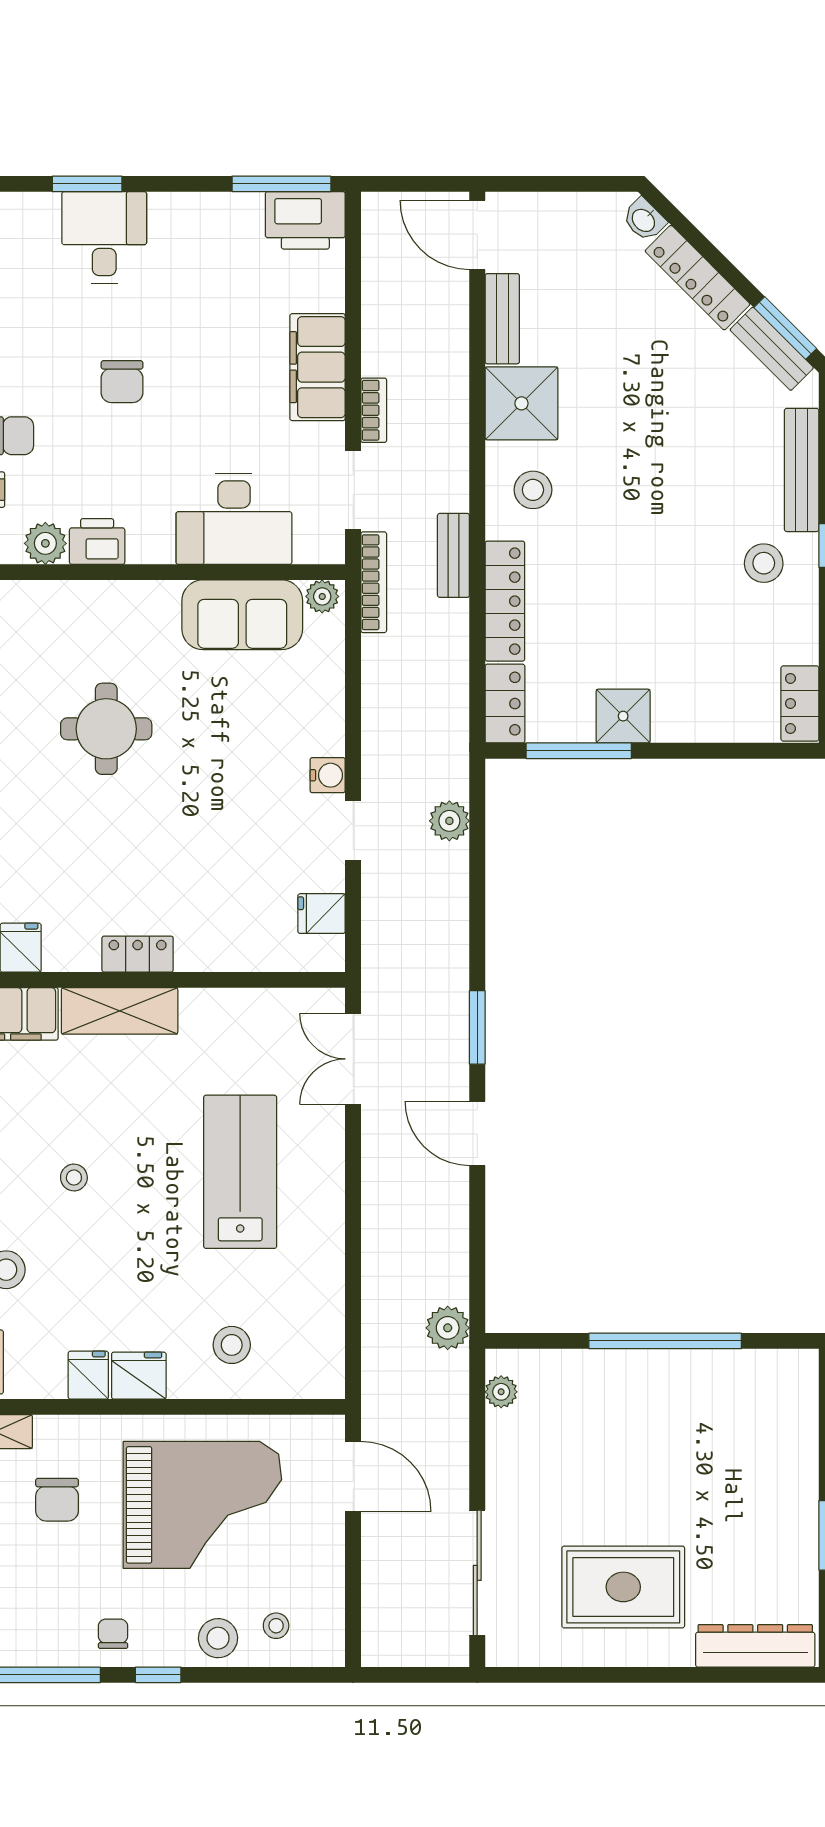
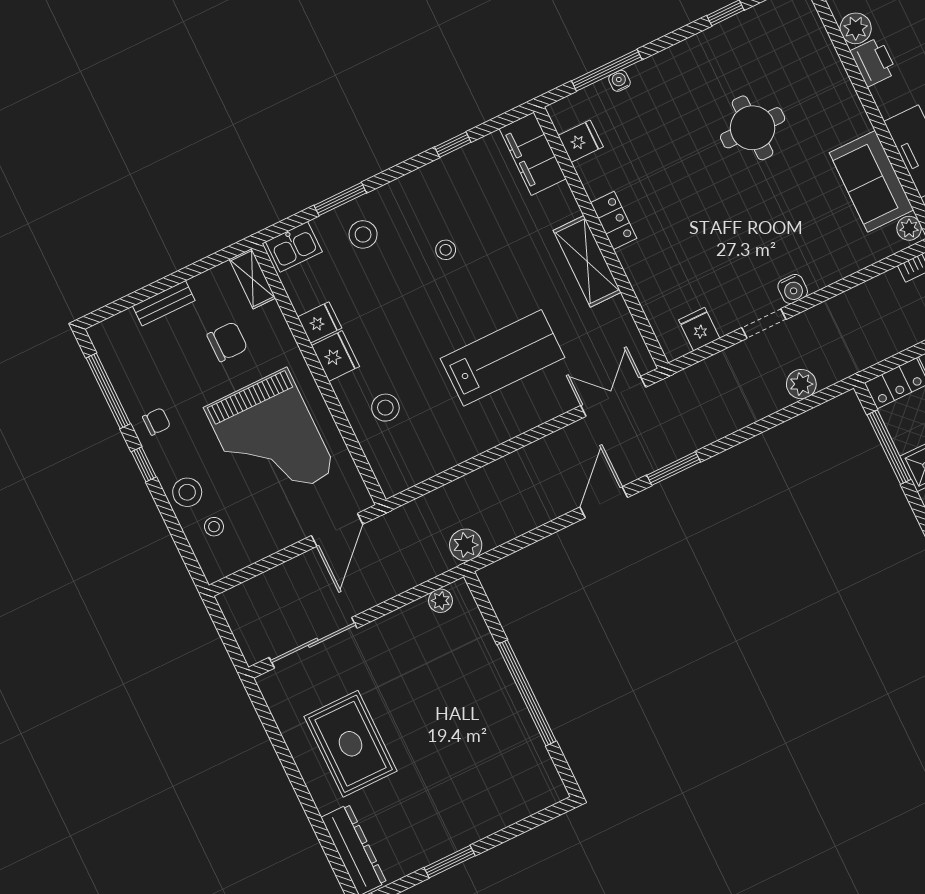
shelving: (120, 1011) -> (587, 261), moved
chair: (57, 1500) -> (227, 342), turned 180

